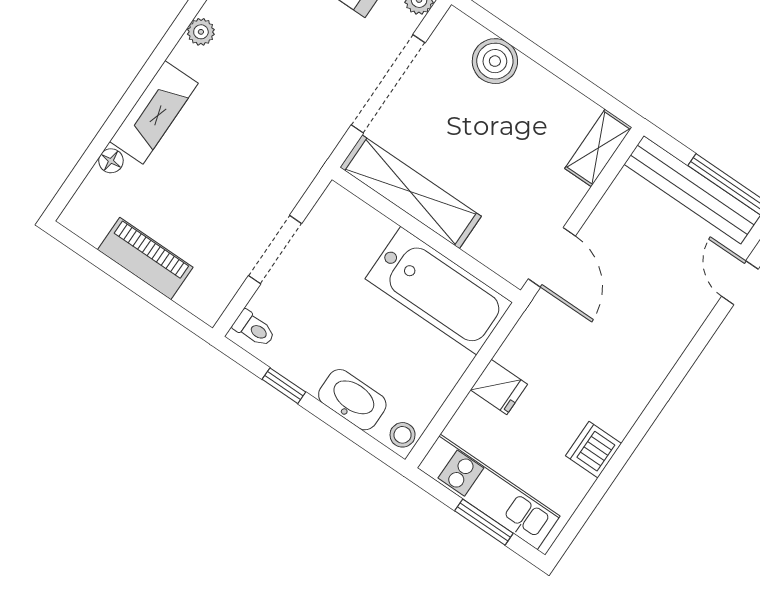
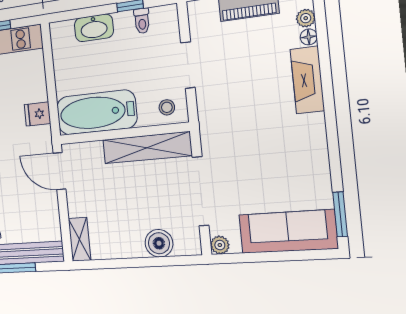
plant: (201, 32) -> (306, 18), moved
toilet: (254, 329) -> (142, 21), moved, turned -90
fridge: (499, 387) -> (37, 114), moved
stool: (403, 435) -> (167, 107), moved

